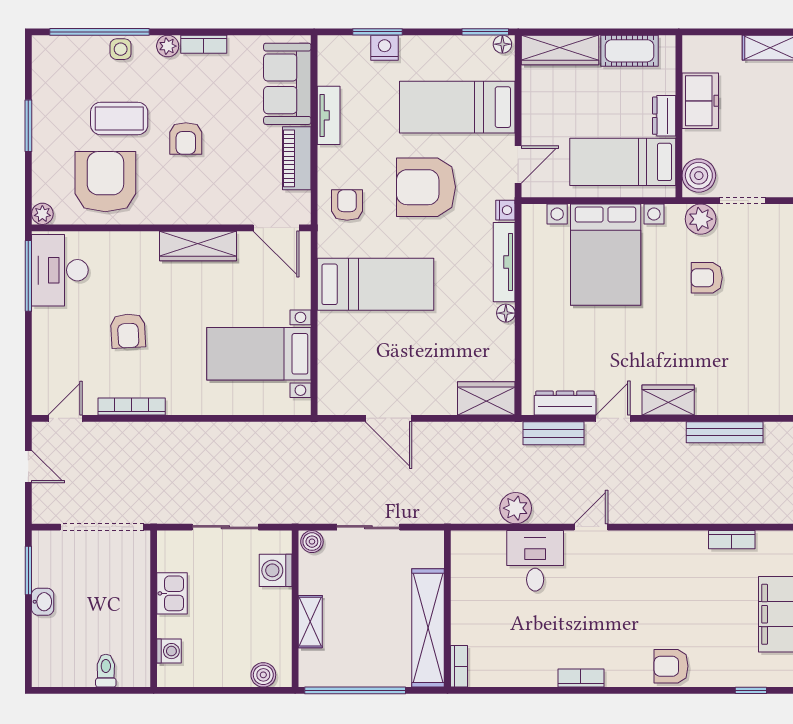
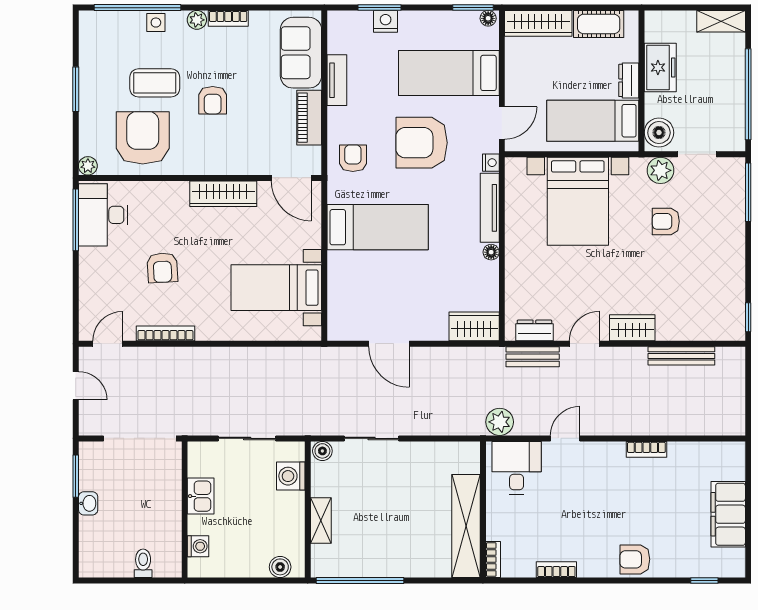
dresser: (565, 403) -> (534, 330), width x0.70
bookcase: (732, 540) -> (646, 449), moved
wall: (447, 609) -> (483, 509), moved
shelving: (428, 628) -> (466, 526), moved
bookcase: (459, 666) -> (493, 559), moved

